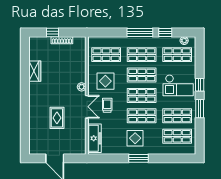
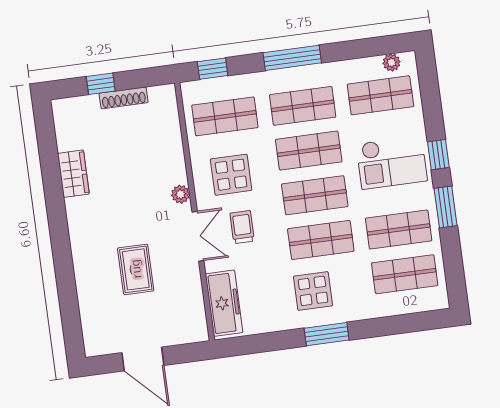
window: (165, 32) -> (213, 69), moved

